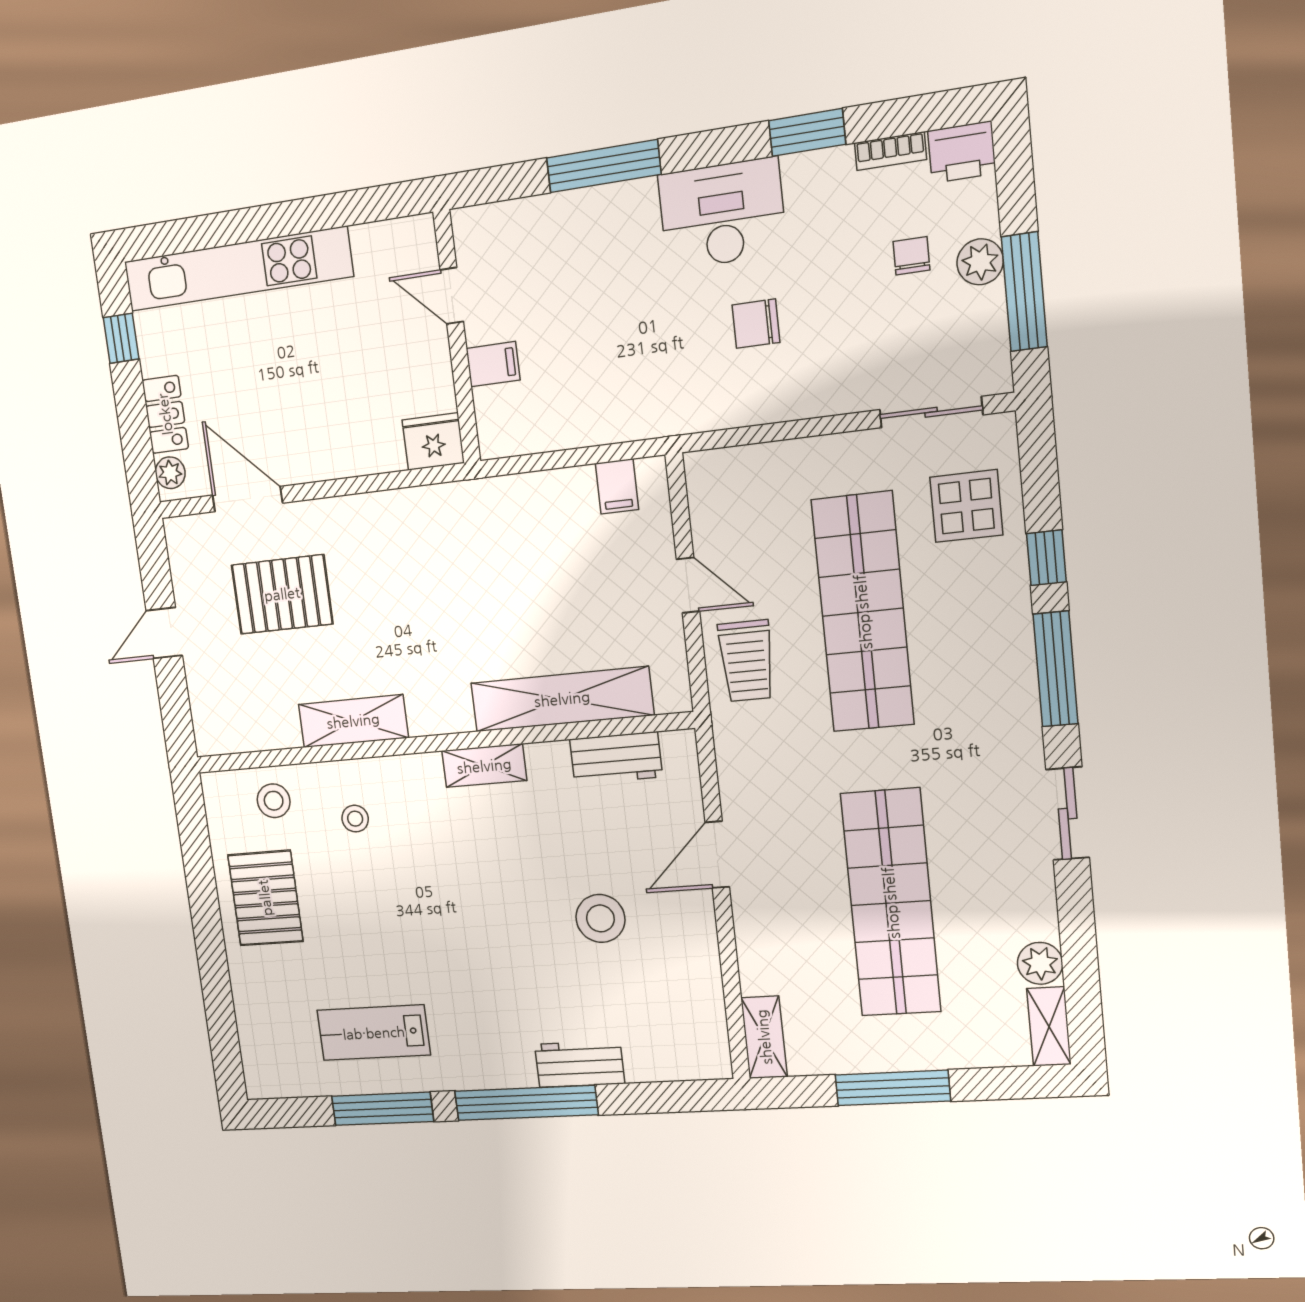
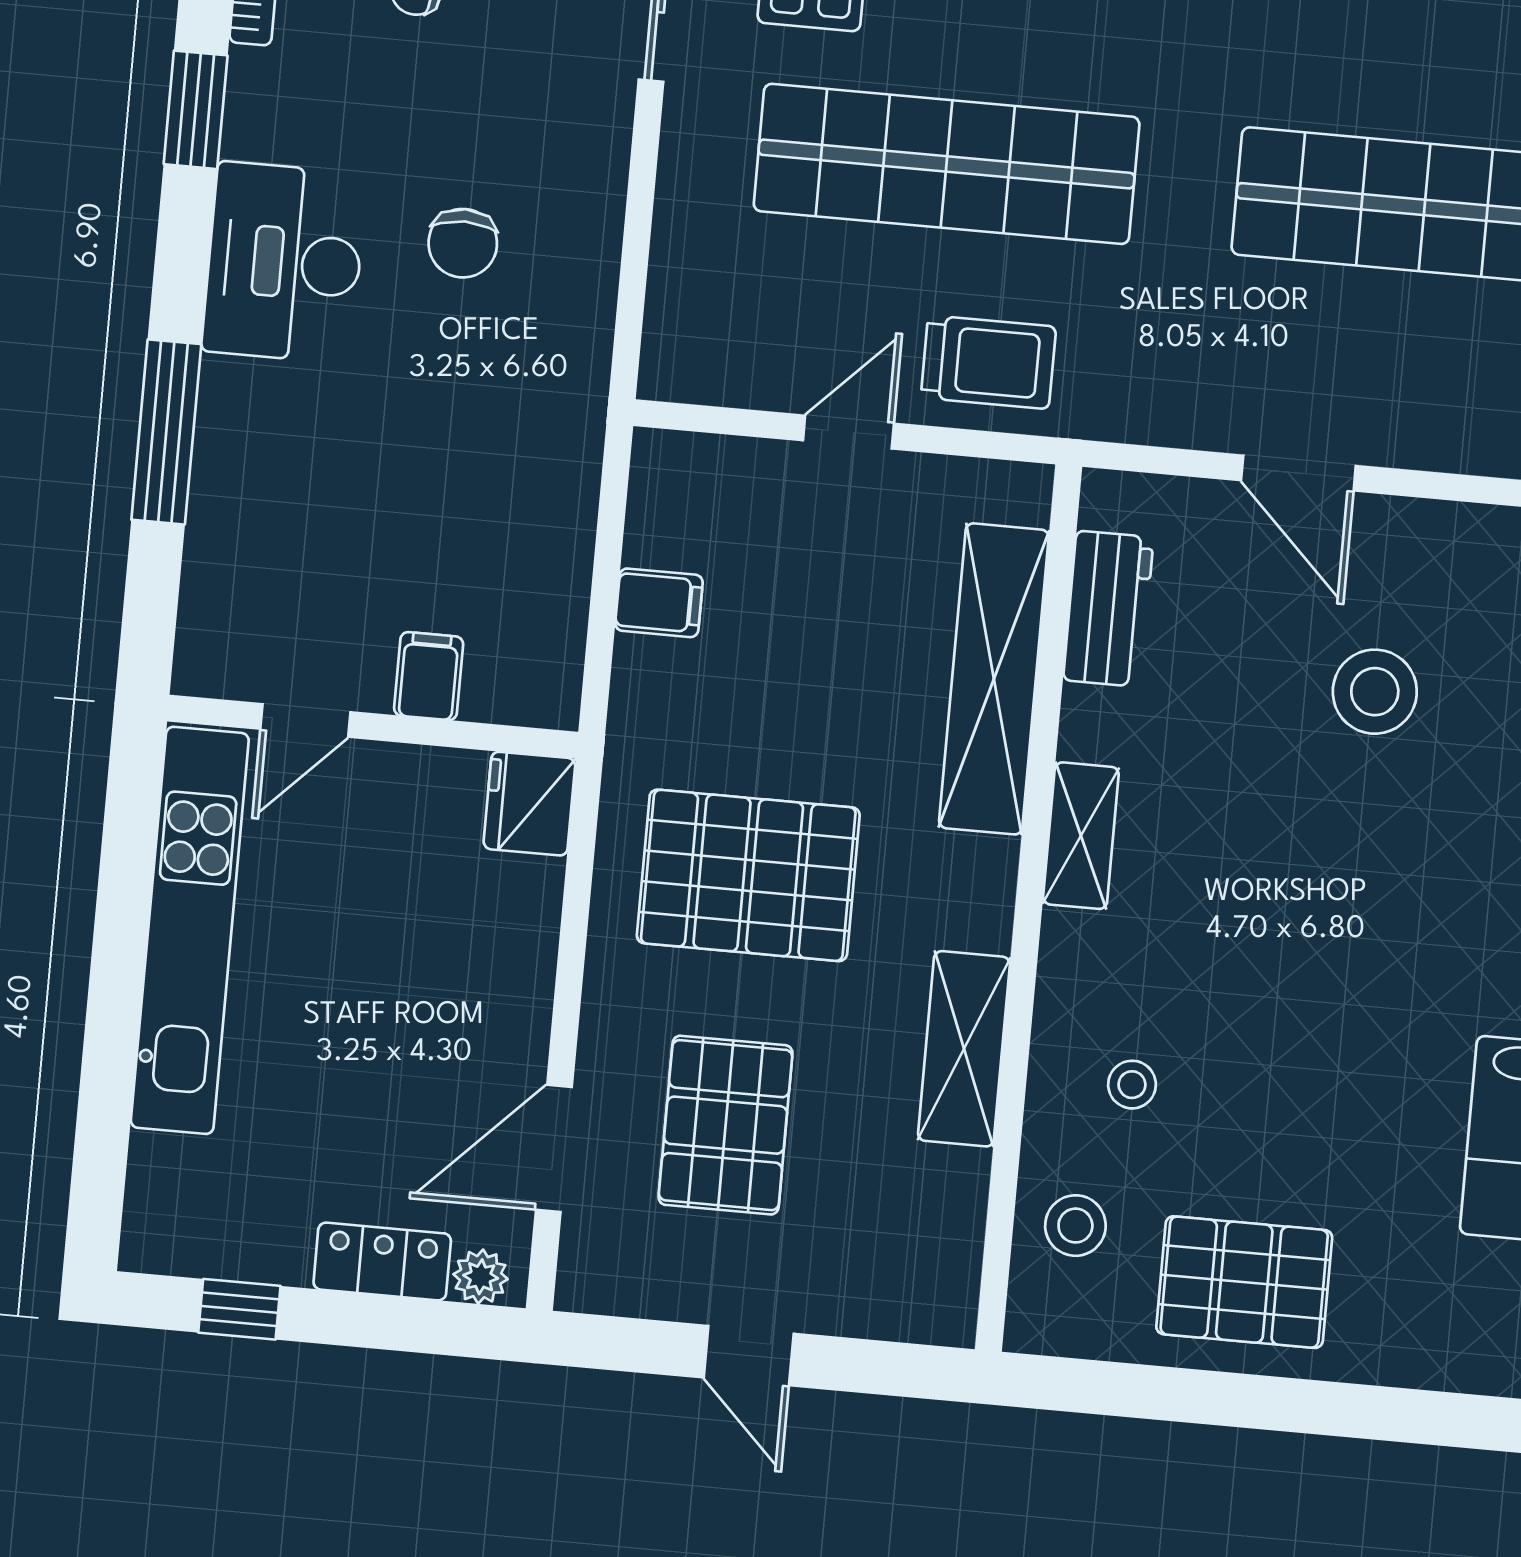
kitchen unit: (238, 269) -> (190, 930), moved
filing cabinet: (617, 486) -> (659, 603), moved
pallet: (421, 579) -> (748, 875), added

